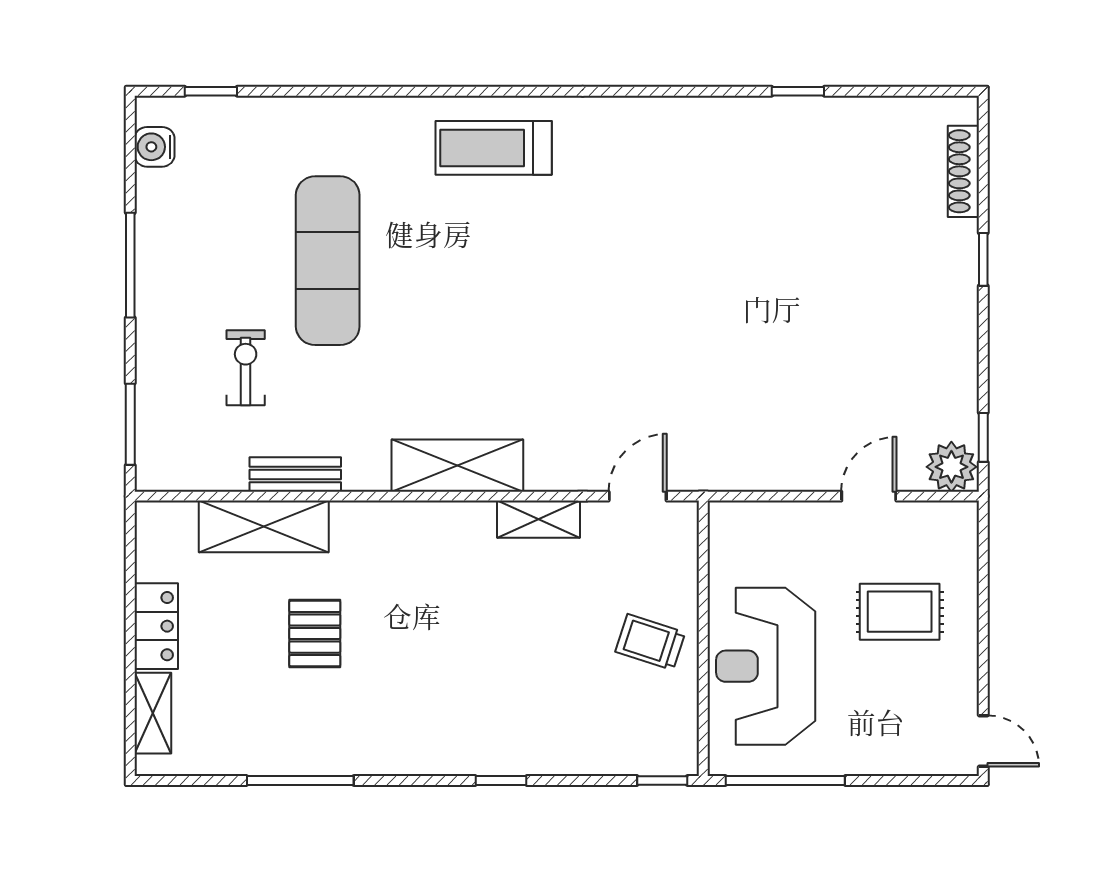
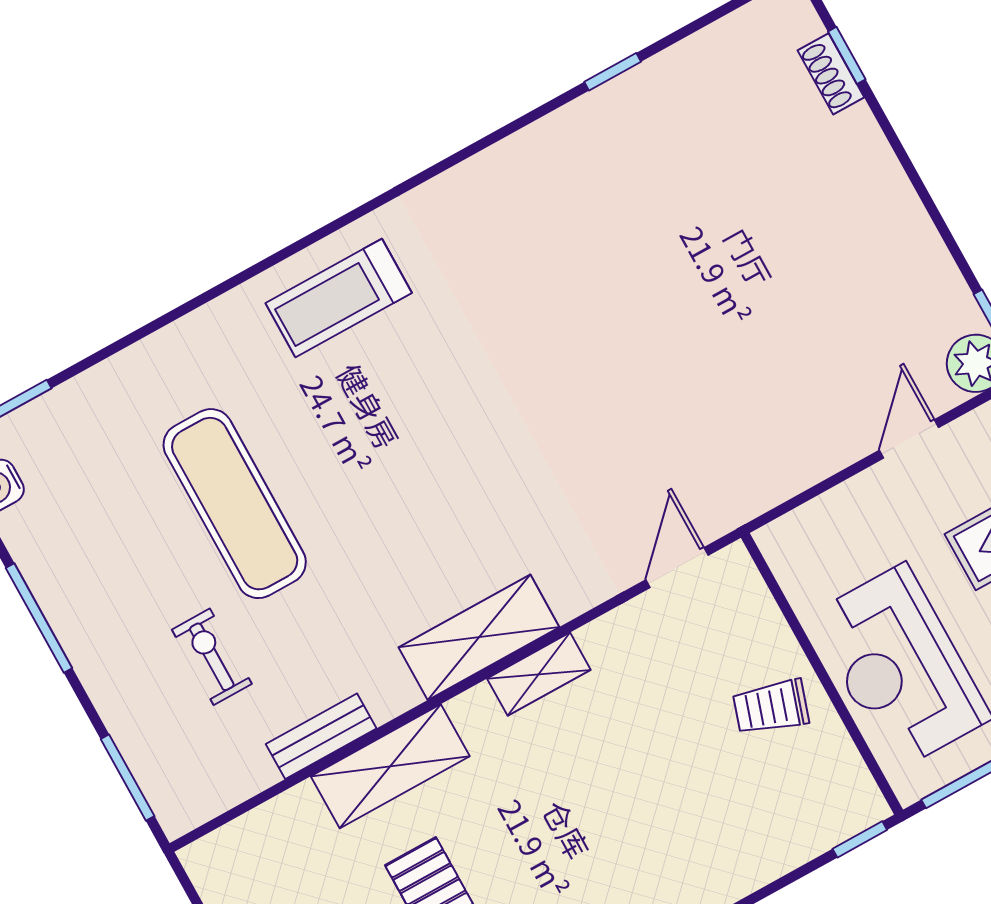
shoe rack: (963, 171) -> (831, 74), width x0.70
window: (983, 259) -> (847, 55), moved
shelving: (539, 519) -> (539, 674), moved
shelving: (264, 526) -> (390, 766), moved

